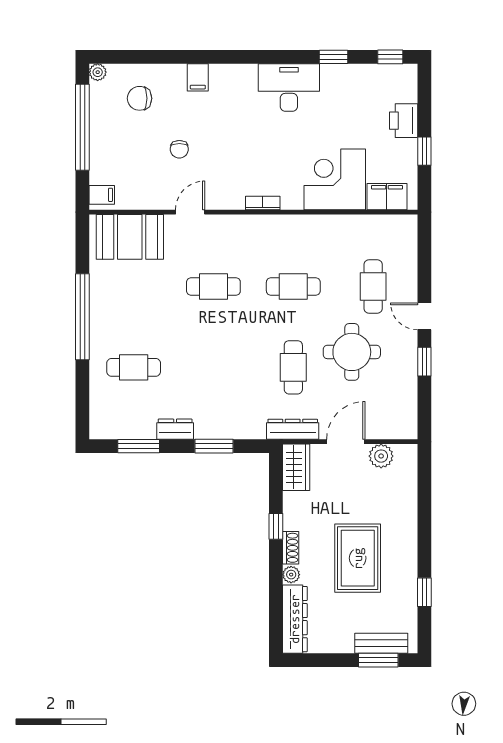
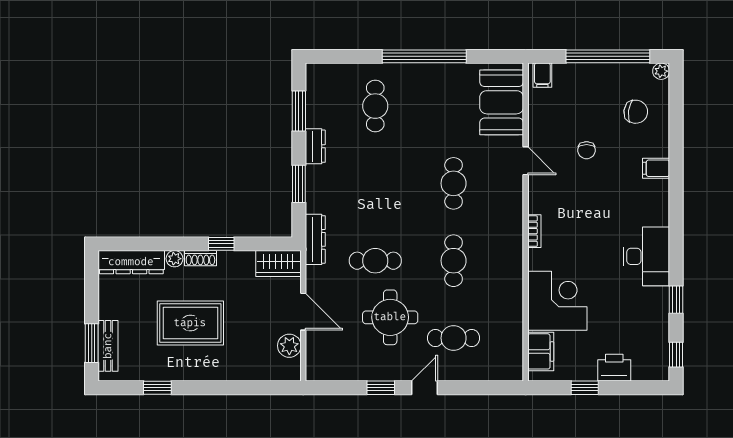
chair: (140, 98) -> (636, 112), turned 98
chair: (179, 149) -> (587, 150), turned -90
dresser: (293, 429) -> (315, 239), moved

